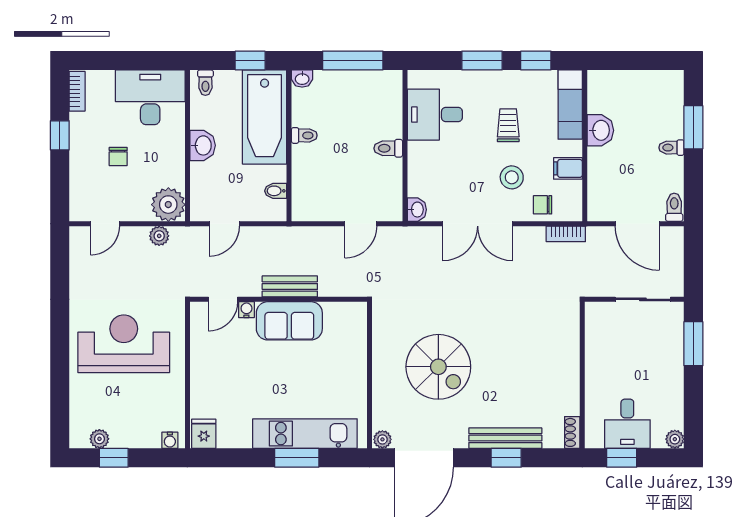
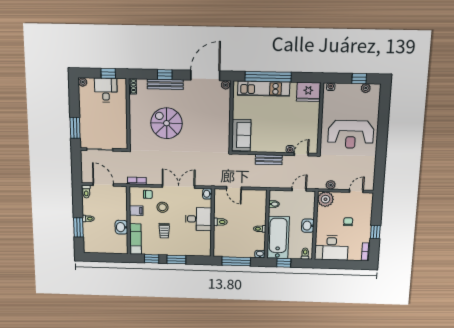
desk: (435, 115) -> (198, 219), moved
door: (361, 224) -> (234, 188), swing flipped
sofa: (289, 321) -> (241, 135), moved, turned 90
spiral stairs: (438, 367) -> (167, 123), moved
fridge: (204, 434) -> (308, 92), width x1.88, depth x1.34
window: (297, 458) -> (268, 77), width x2.11

